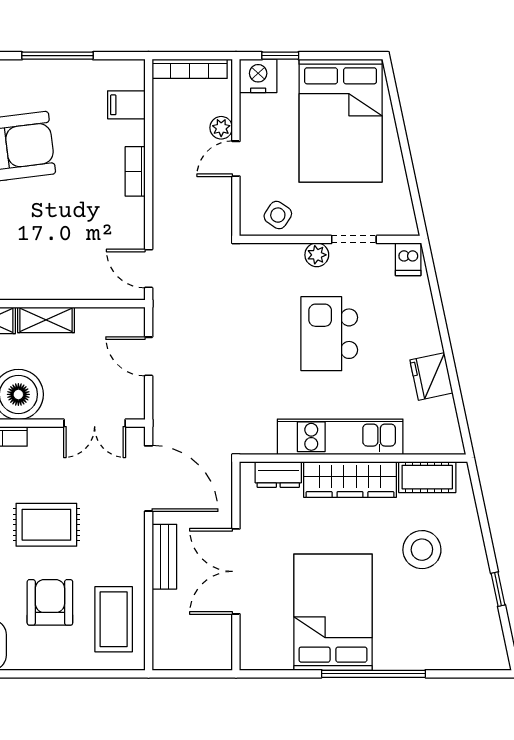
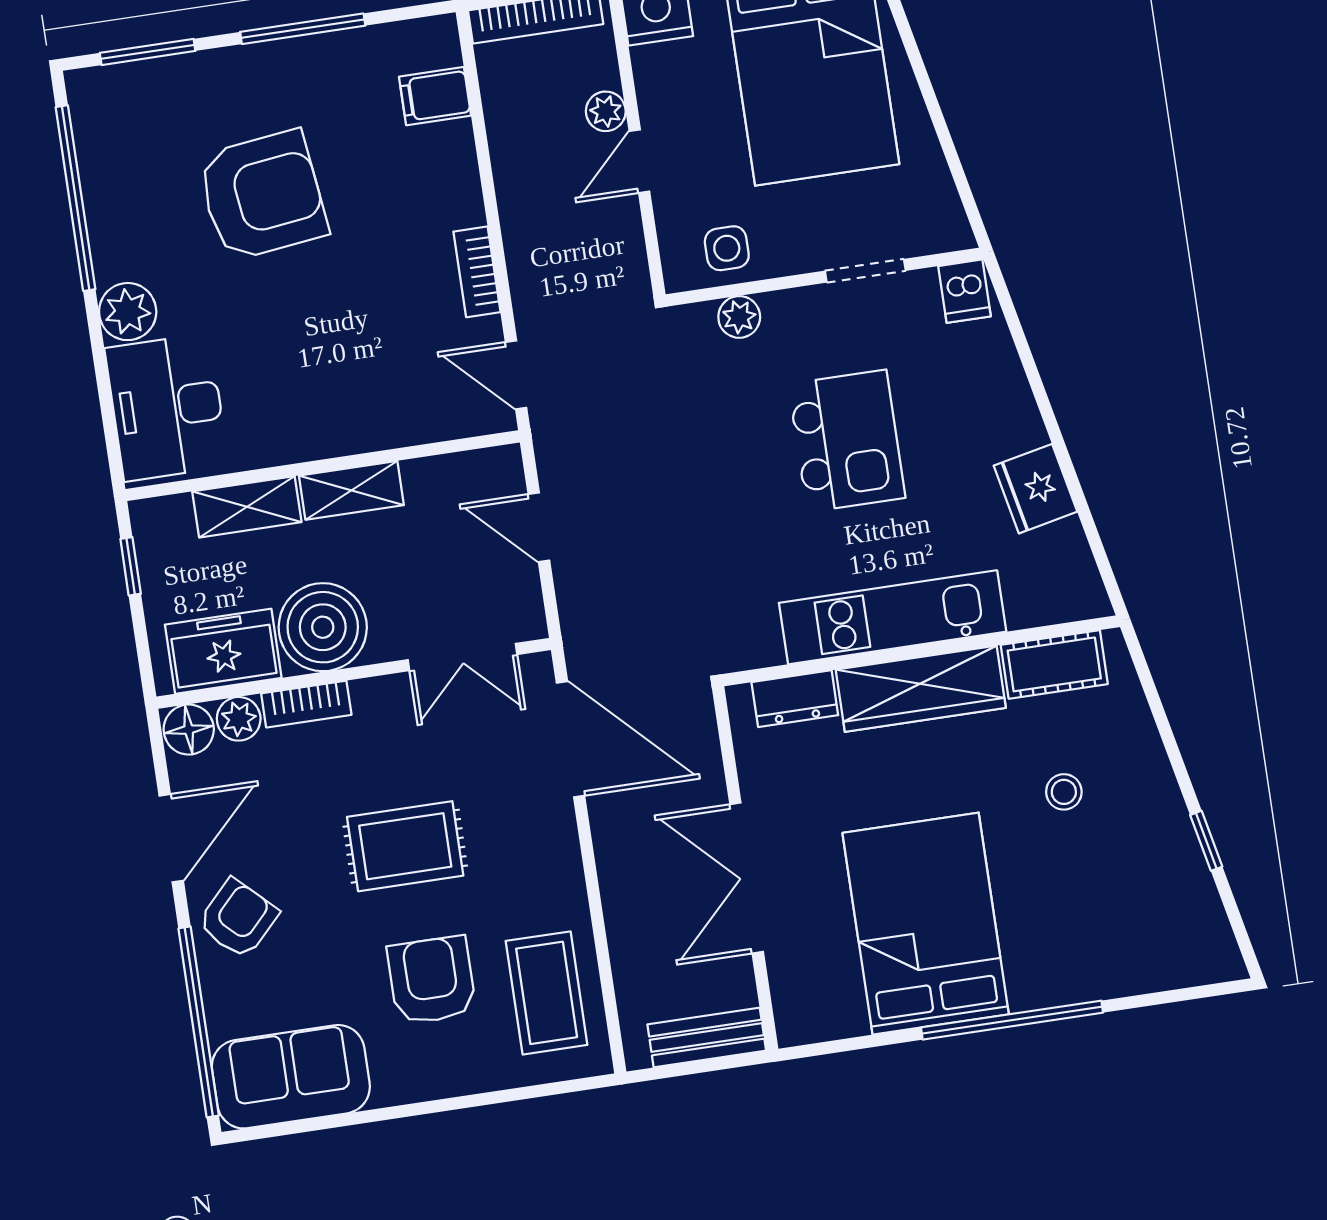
bookcase: (135, 171) -> (477, 272), moved
side table: (278, 215) -> (727, 248), turned -34
plant: (317, 255) -> (739, 317), moved
kitchen island: (329, 334) -> (847, 441), turned 180
stool: (422, 550) -> (1064, 792), width x0.53, depth x0.53
bench: (164, 557) -> (707, 1038), moved, turned 90

